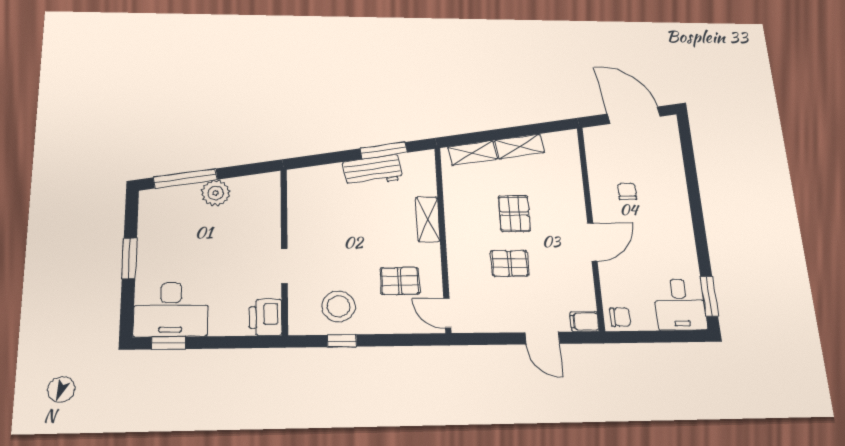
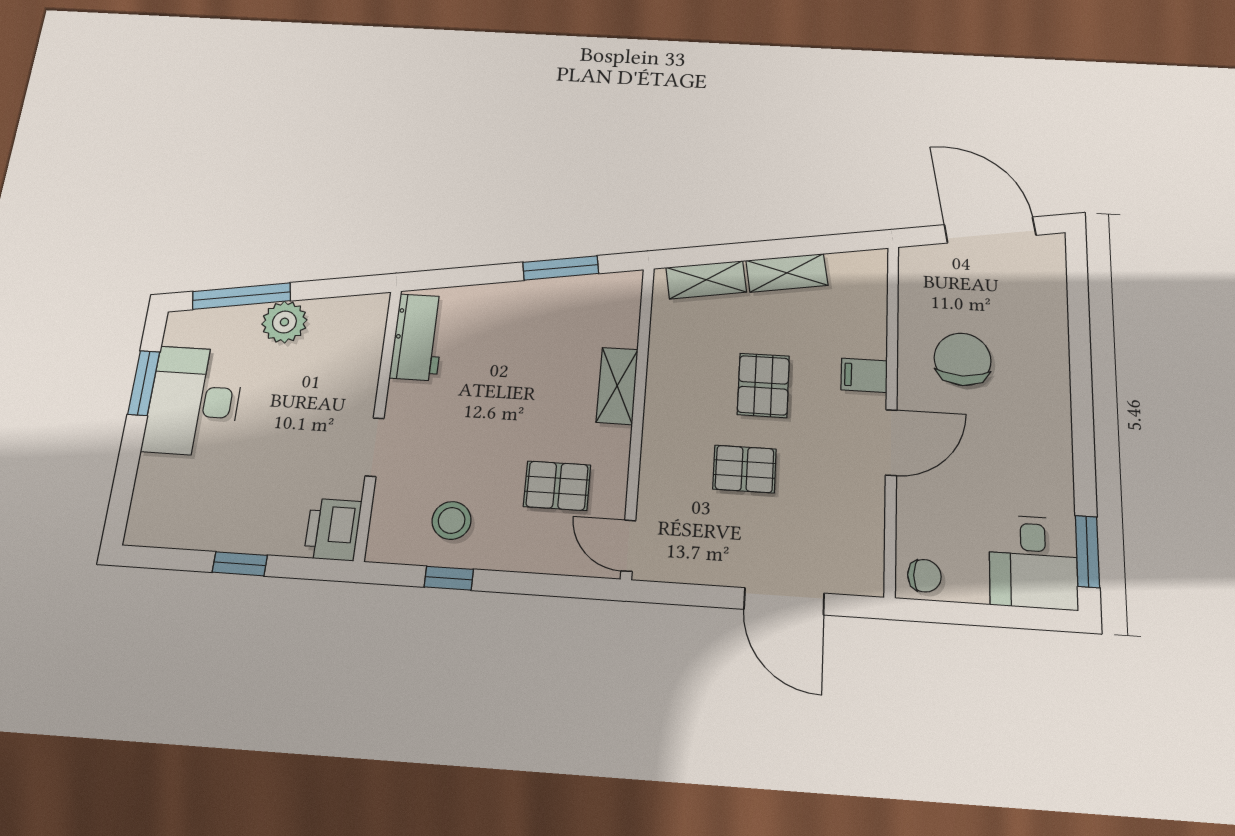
workbench: (373, 171) -> (418, 337), moved, turned -81
chair: (627, 191) -> (963, 359), width x1.87, depth x1.87
window: (129, 258) -> (144, 383), moved
stool: (339, 306) -> (452, 520), width x0.73, depth x0.73
desk: (171, 309) -> (194, 401), moved, turned 90
filing cabinet: (584, 321) -> (864, 375), moved
door: (542, 338) -> (784, 601), width x1.38
window: (168, 343) -> (240, 564), moved

